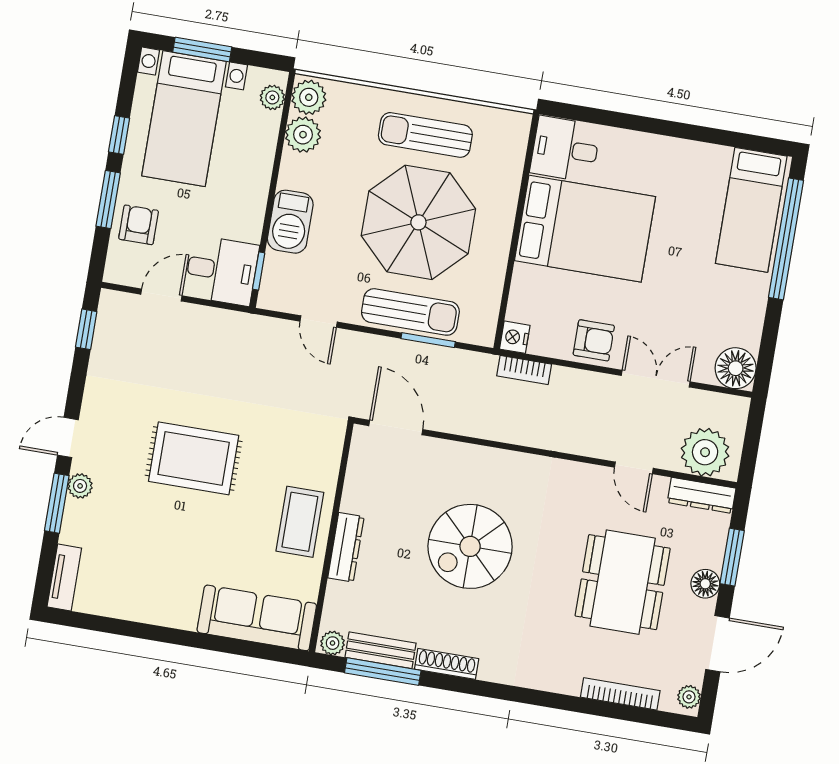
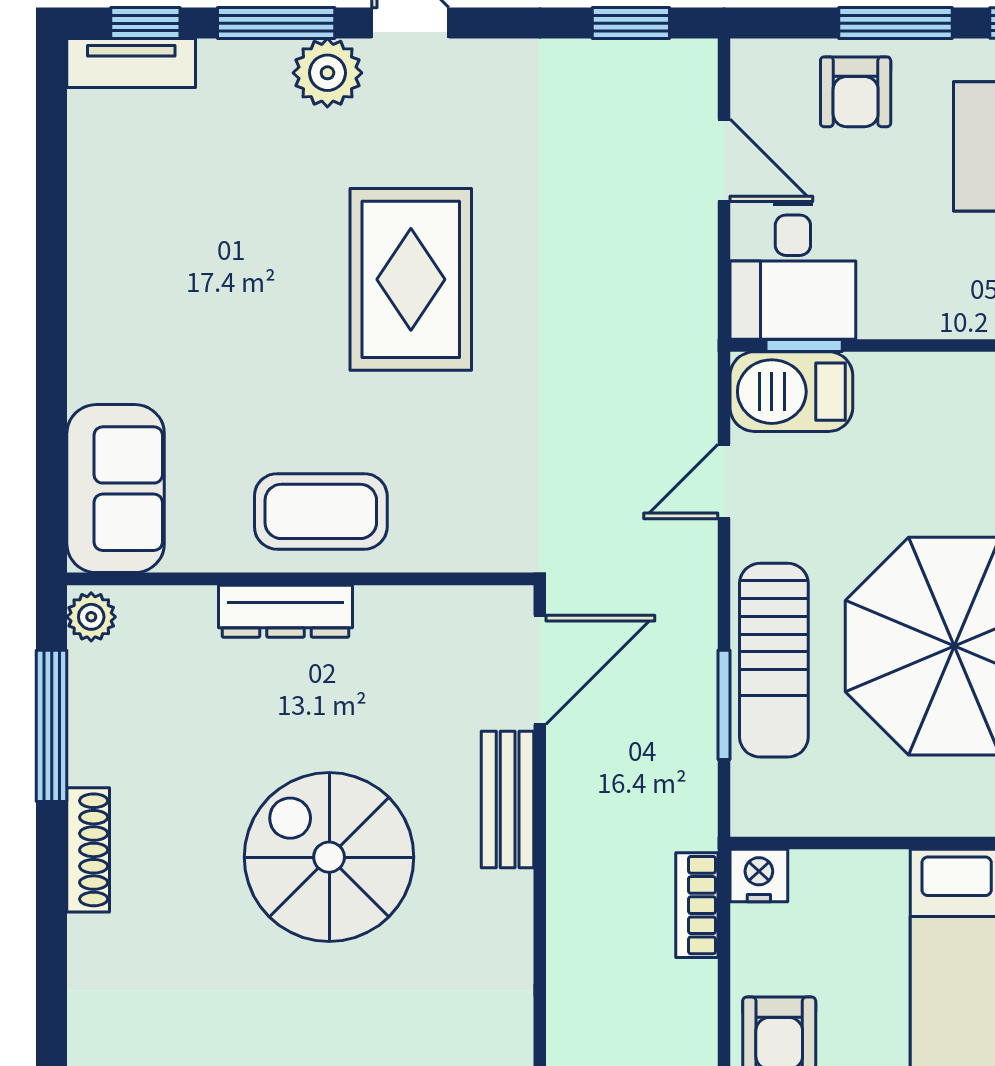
barbecue: (290, 222) -> (791, 392), moved
armchair: (139, 225) -> (856, 92), turned 90
plant: (80, 486) -> (327, 73), width x1.38, depth x1.38
window: (46, 567) -> (145, 23), added
sofa: (257, 618) -> (116, 489), width x0.73
bench: (381, 650) -> (508, 800), moved

